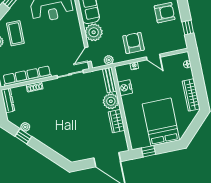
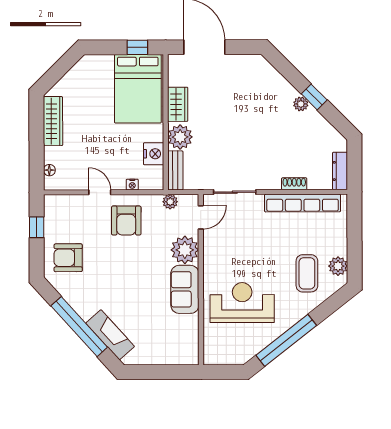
bed: (161, 122) -> (138, 89), moved
plant: (25, 127) -> (301, 104), moved
window: (23, 136) -> (314, 97), moved

